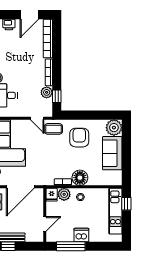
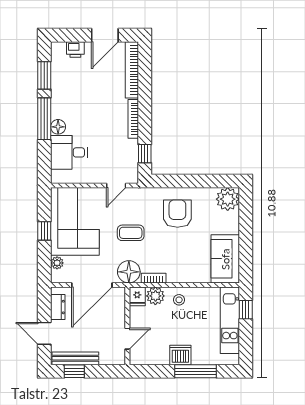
plant: (47, 92) -> (130, 148), removed
door: (37, 118) -> (116, 186), hinge flipped
coffee table: (53, 129) -> (131, 233), moved
sofa: (112, 153) -> (225, 259), moved
floor lamp: (80, 178) -> (129, 272), moved
window: (71, 246) -> (195, 371), moved

